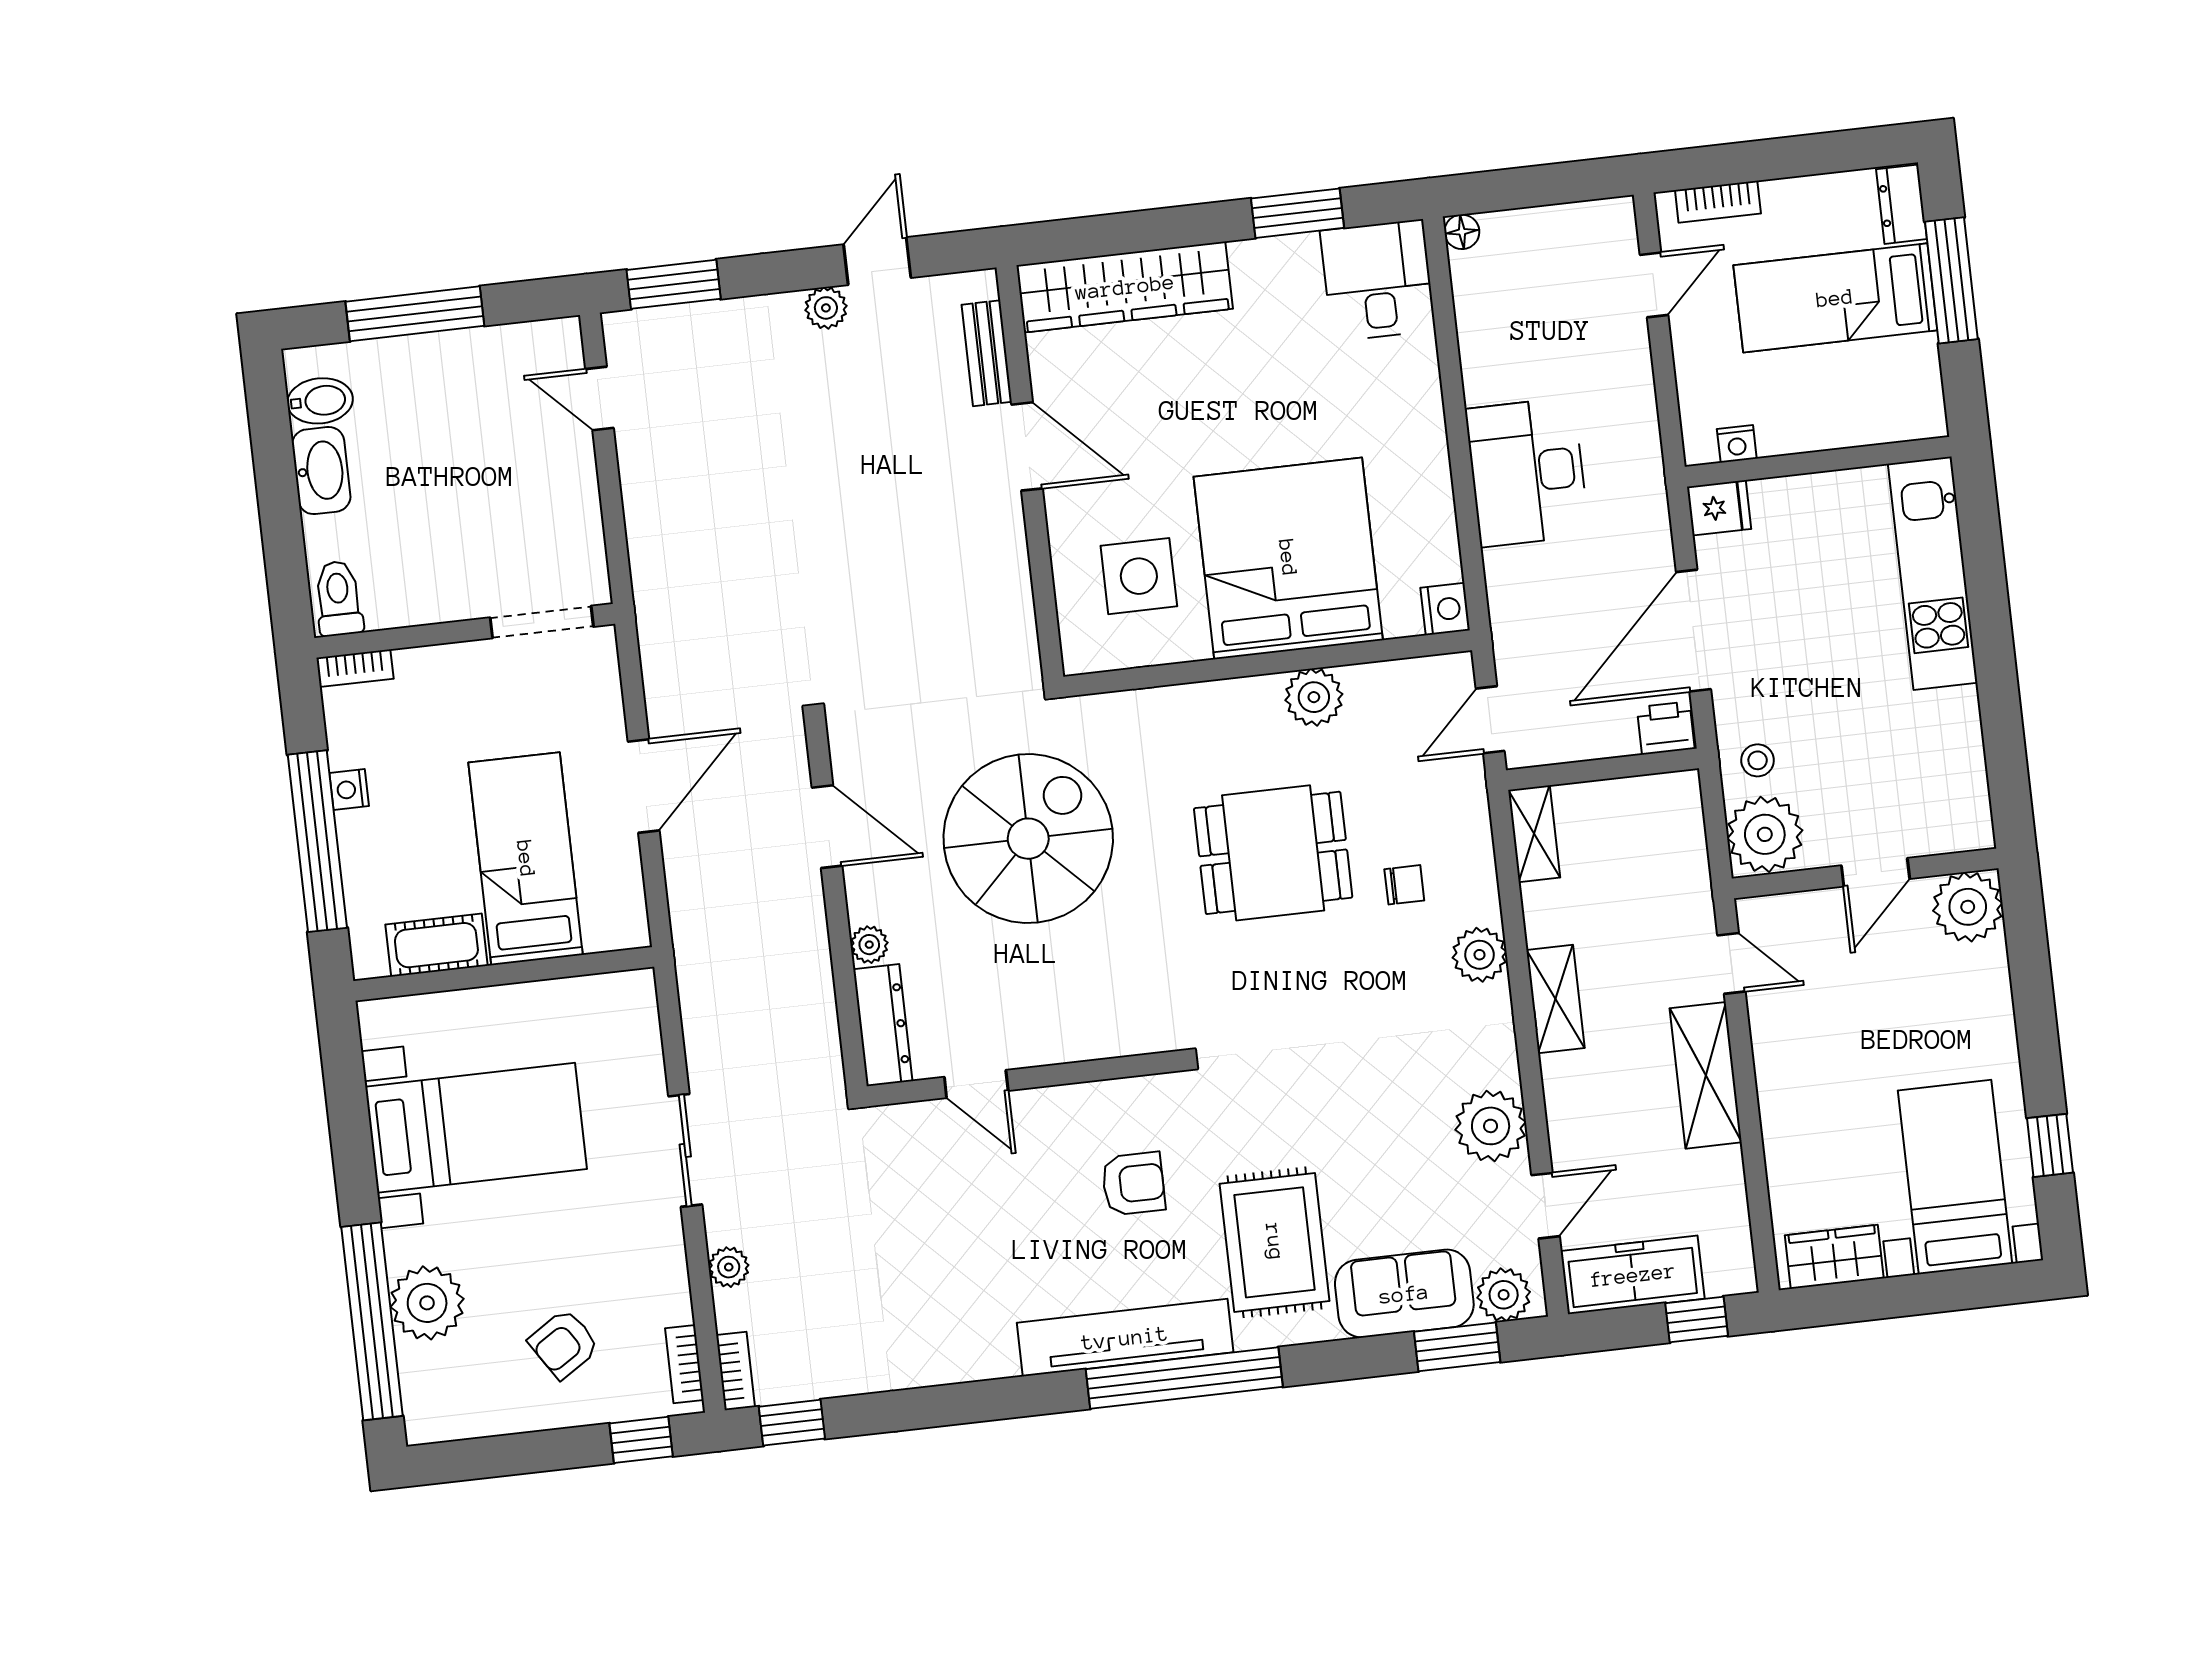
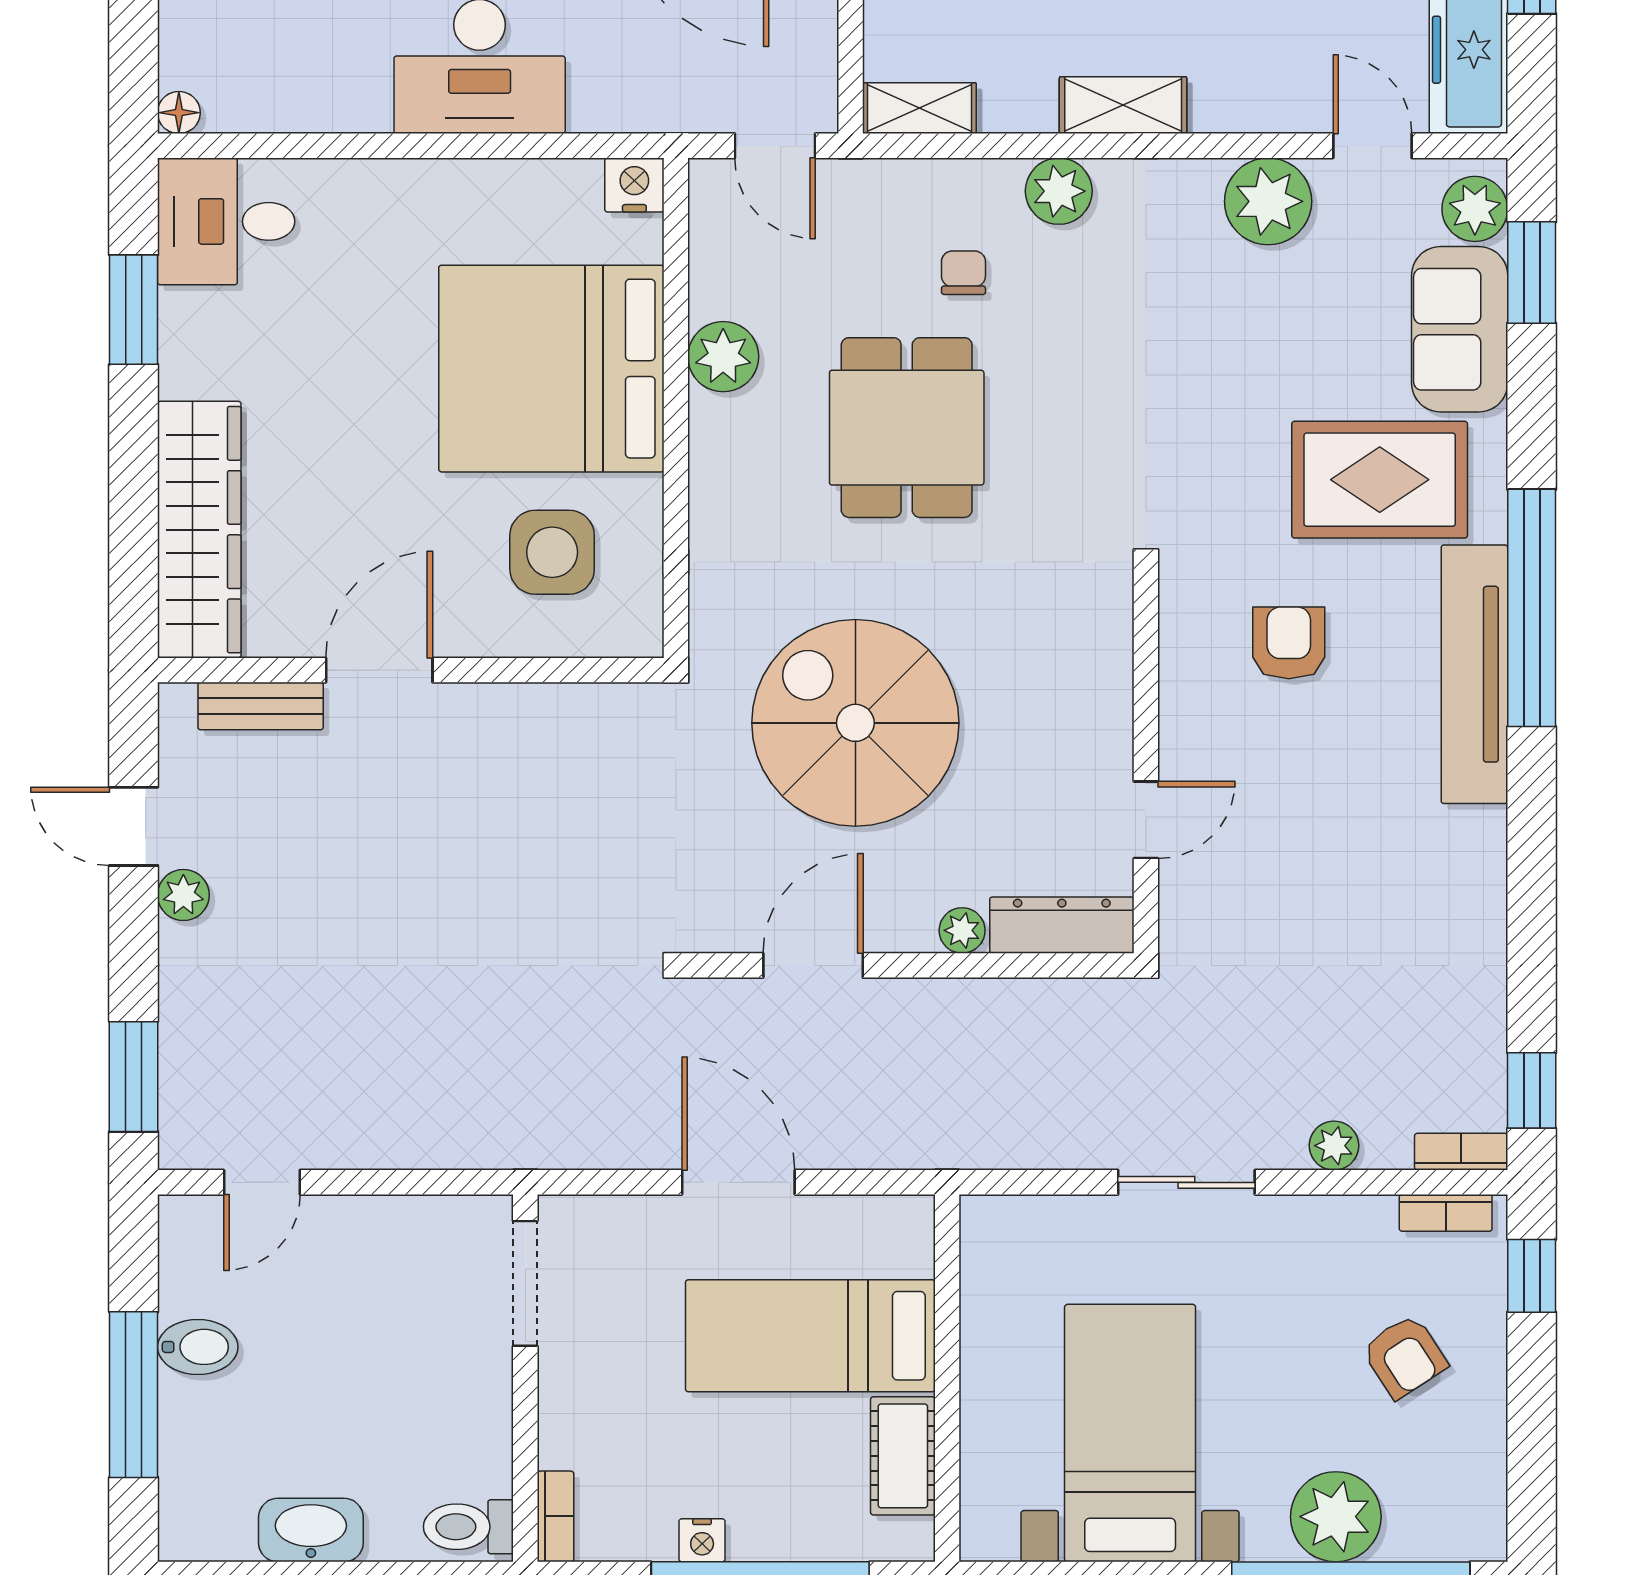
bidet: (320, 401) -> (198, 1347), moved, turned 90

